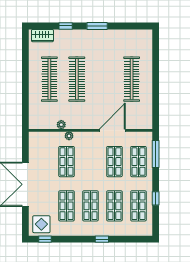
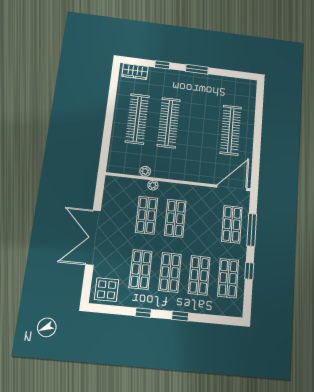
door: (112, 130) -> (232, 188), moved
window: (156, 154) -> (252, 230), moved
shop shelf: (114, 162) -> (175, 218), moved
window: (45, 239) -> (143, 313), moved

